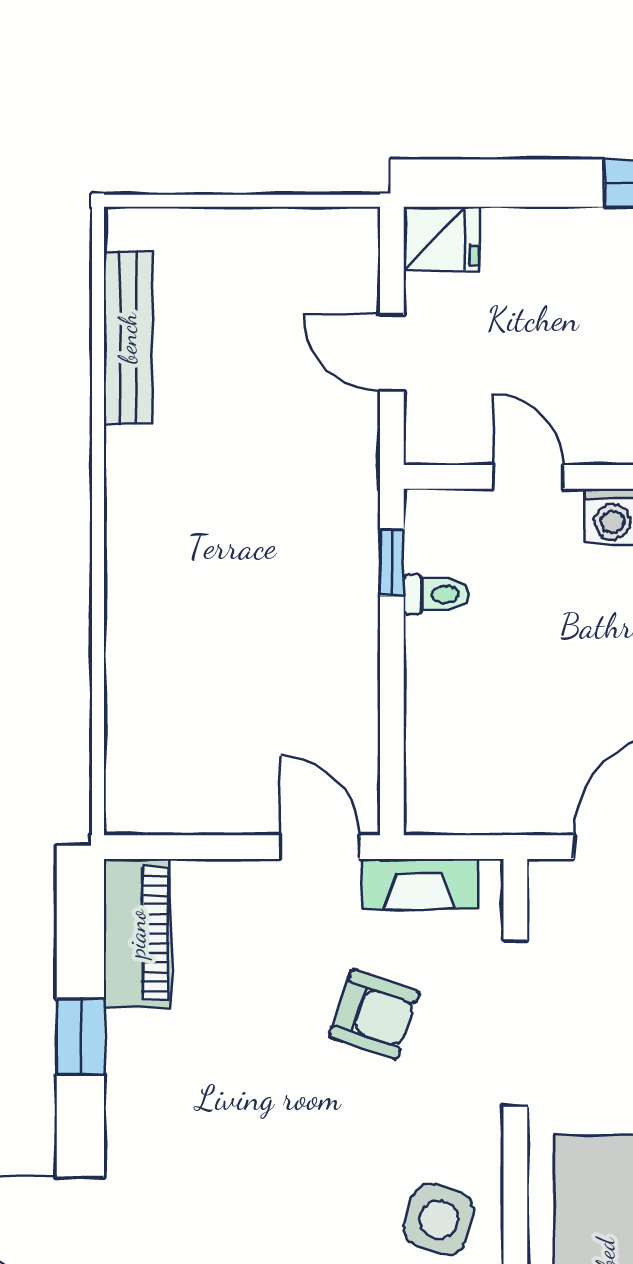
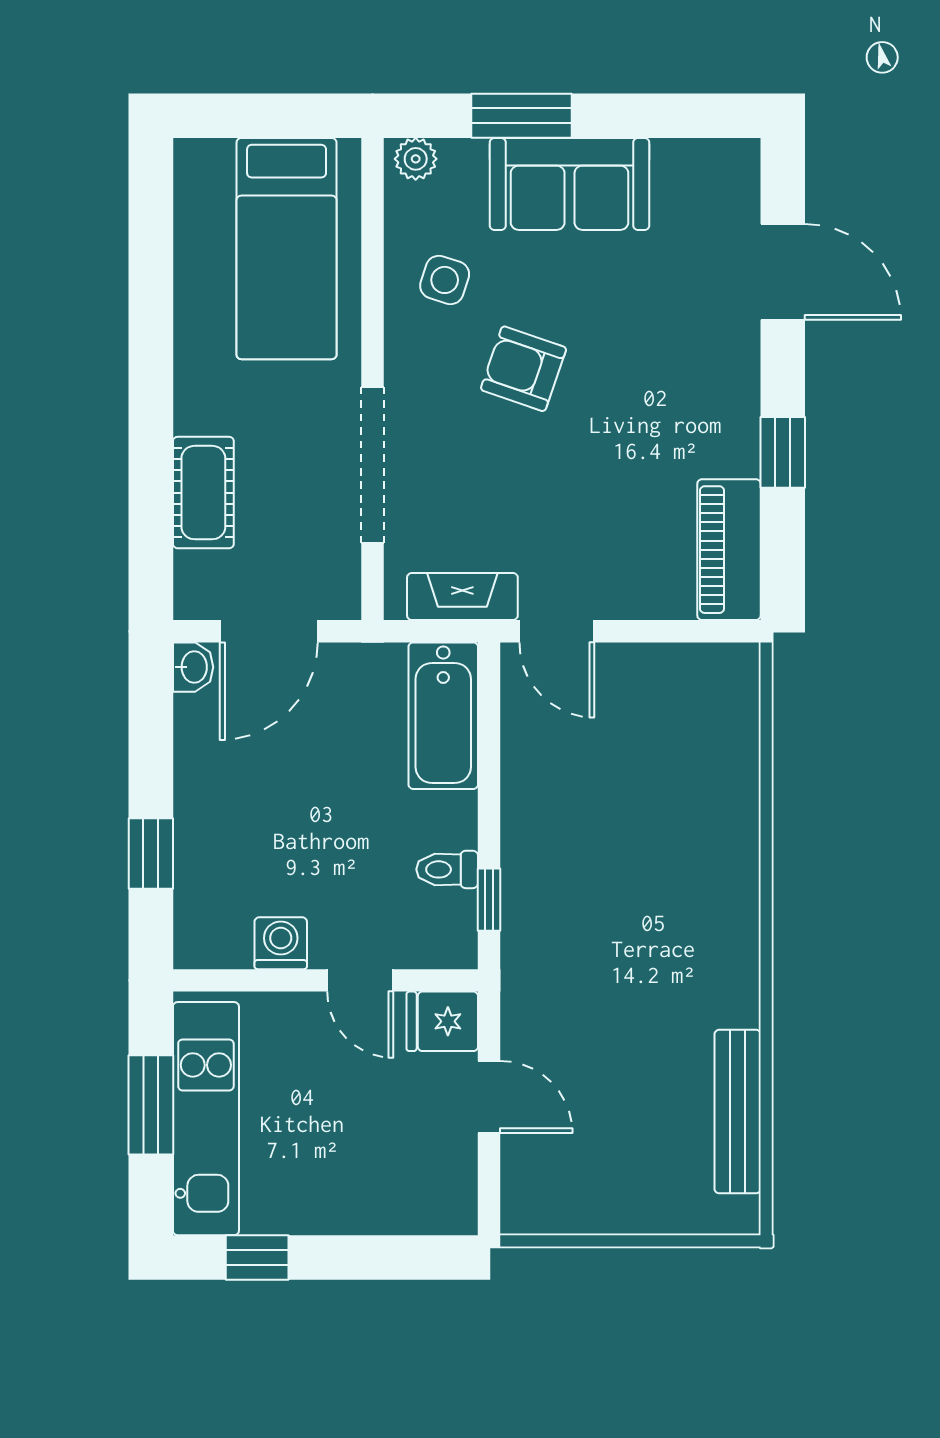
fridge: (441, 238) -> (442, 1021), moved
bathtub: (440, 757) -> (443, 716), added
armchair: (374, 1014) -> (524, 369), moved
side table: (439, 1219) -> (445, 280), width x0.73, depth x0.73

